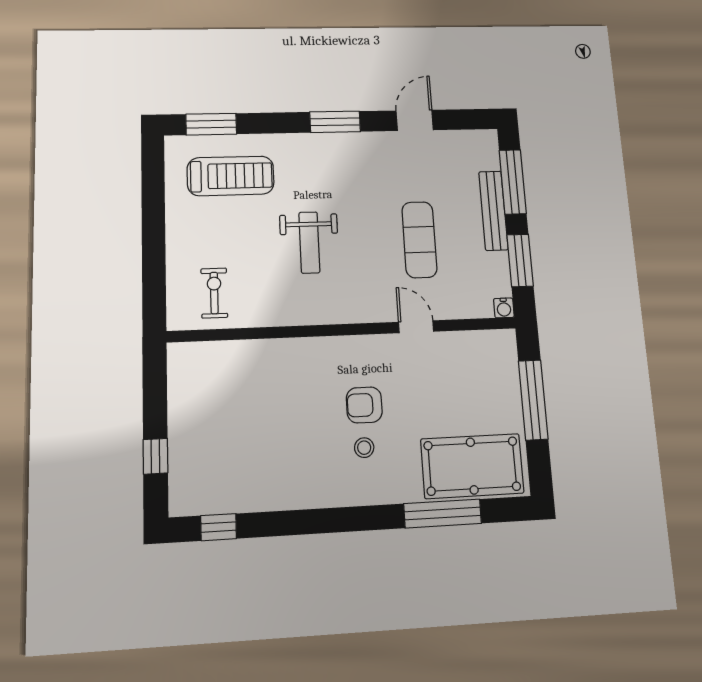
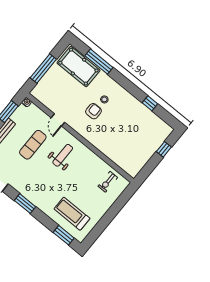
weight bench: (309, 242) -> (63, 155), moved
armchair: (364, 405) -> (93, 111), turned -90
window: (219, 527) -> (150, 103), moved

